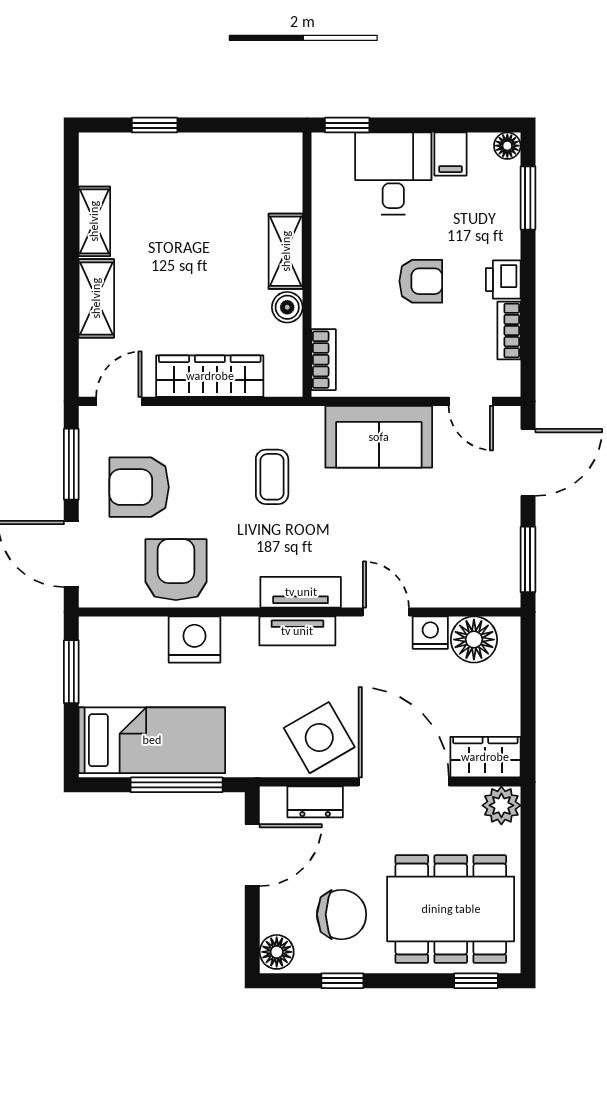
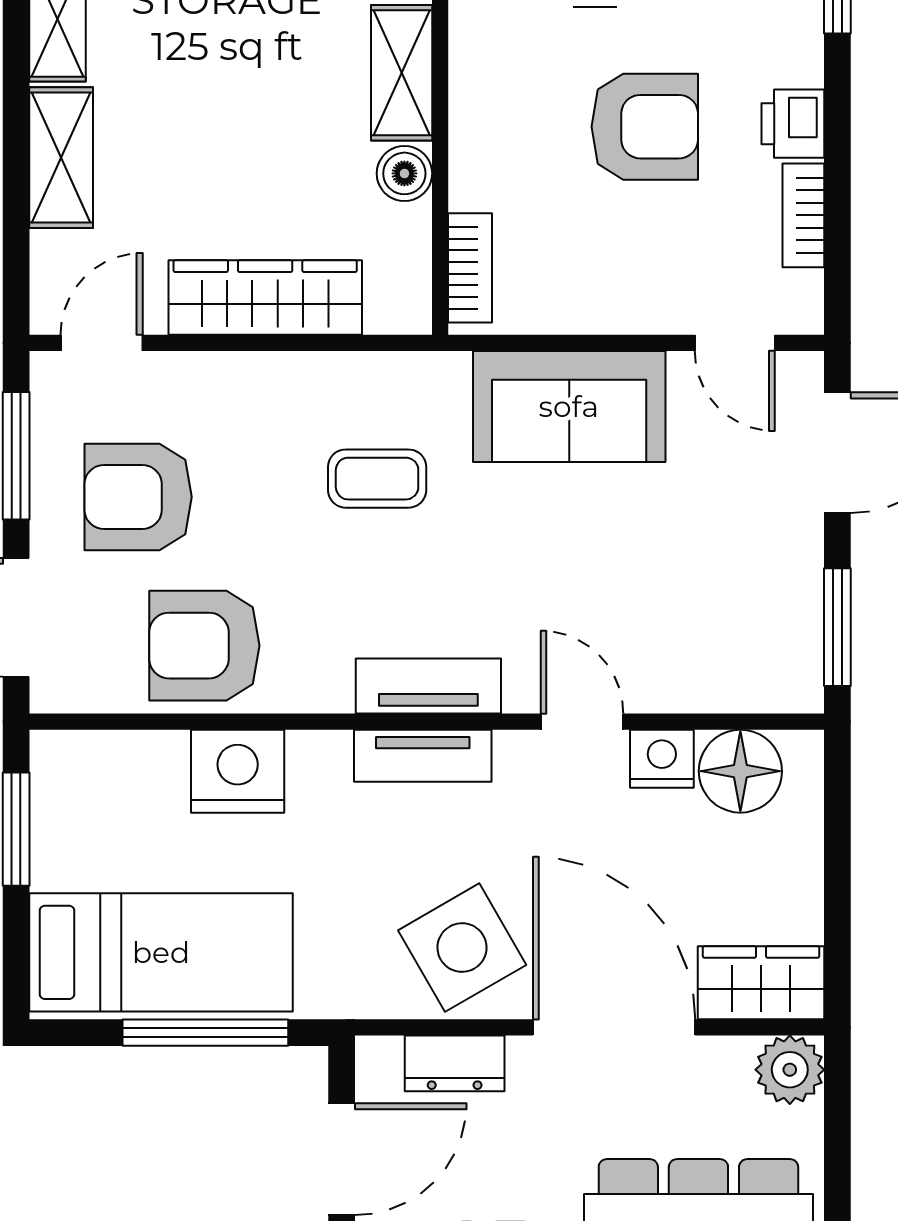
armchair: (421, 281) -> (645, 127), width x1.38, depth x1.38
coffee table: (272, 477) -> (377, 479), turned 90
armchair: (176, 570) -> (204, 646), turned -90

